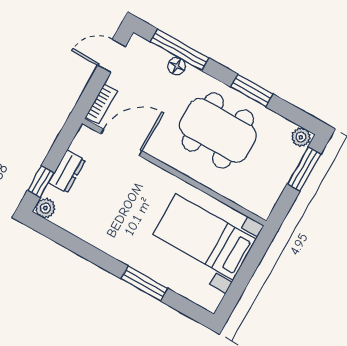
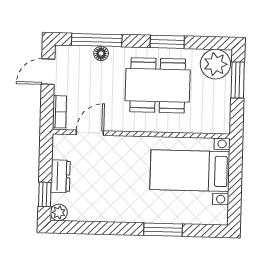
plant: (301, 137) -> (215, 64), width x1.87, depth x1.87
door: (121, 142) -> (90, 133), width x0.73

